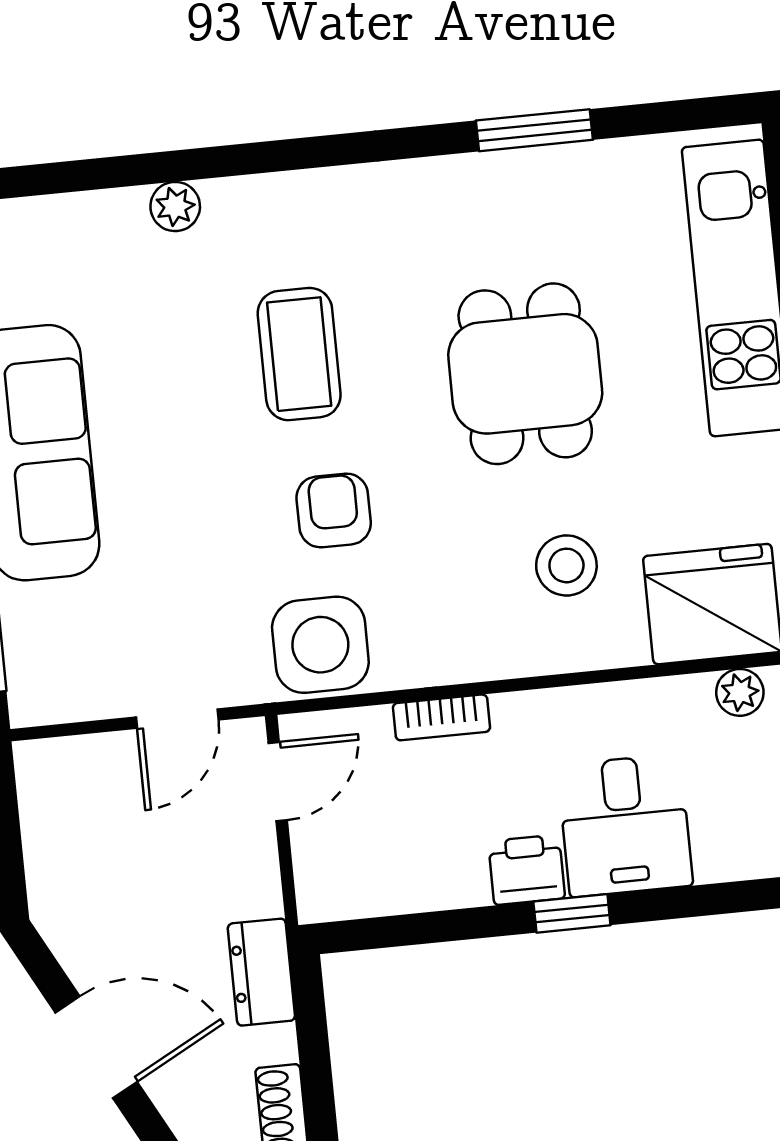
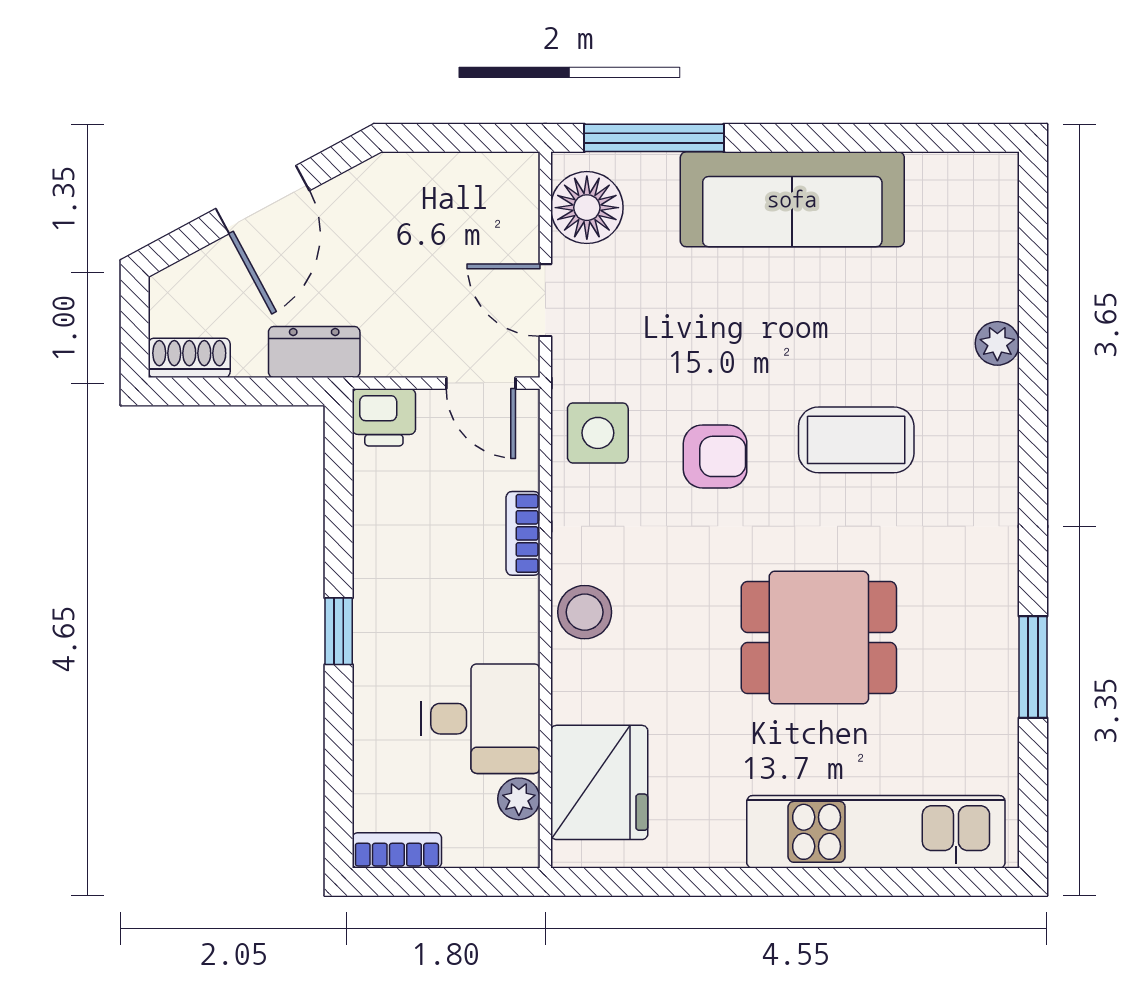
stool: (566, 565) -> (585, 612), moved
side table: (320, 645) -> (598, 433), width x0.73, depth x0.73
floor lamp: (69, 682) -> (587, 208), added
desk: (625, 825) -> (481, 719), moved, turned 180
printer: (527, 870) -> (384, 417), moved, turned 90

